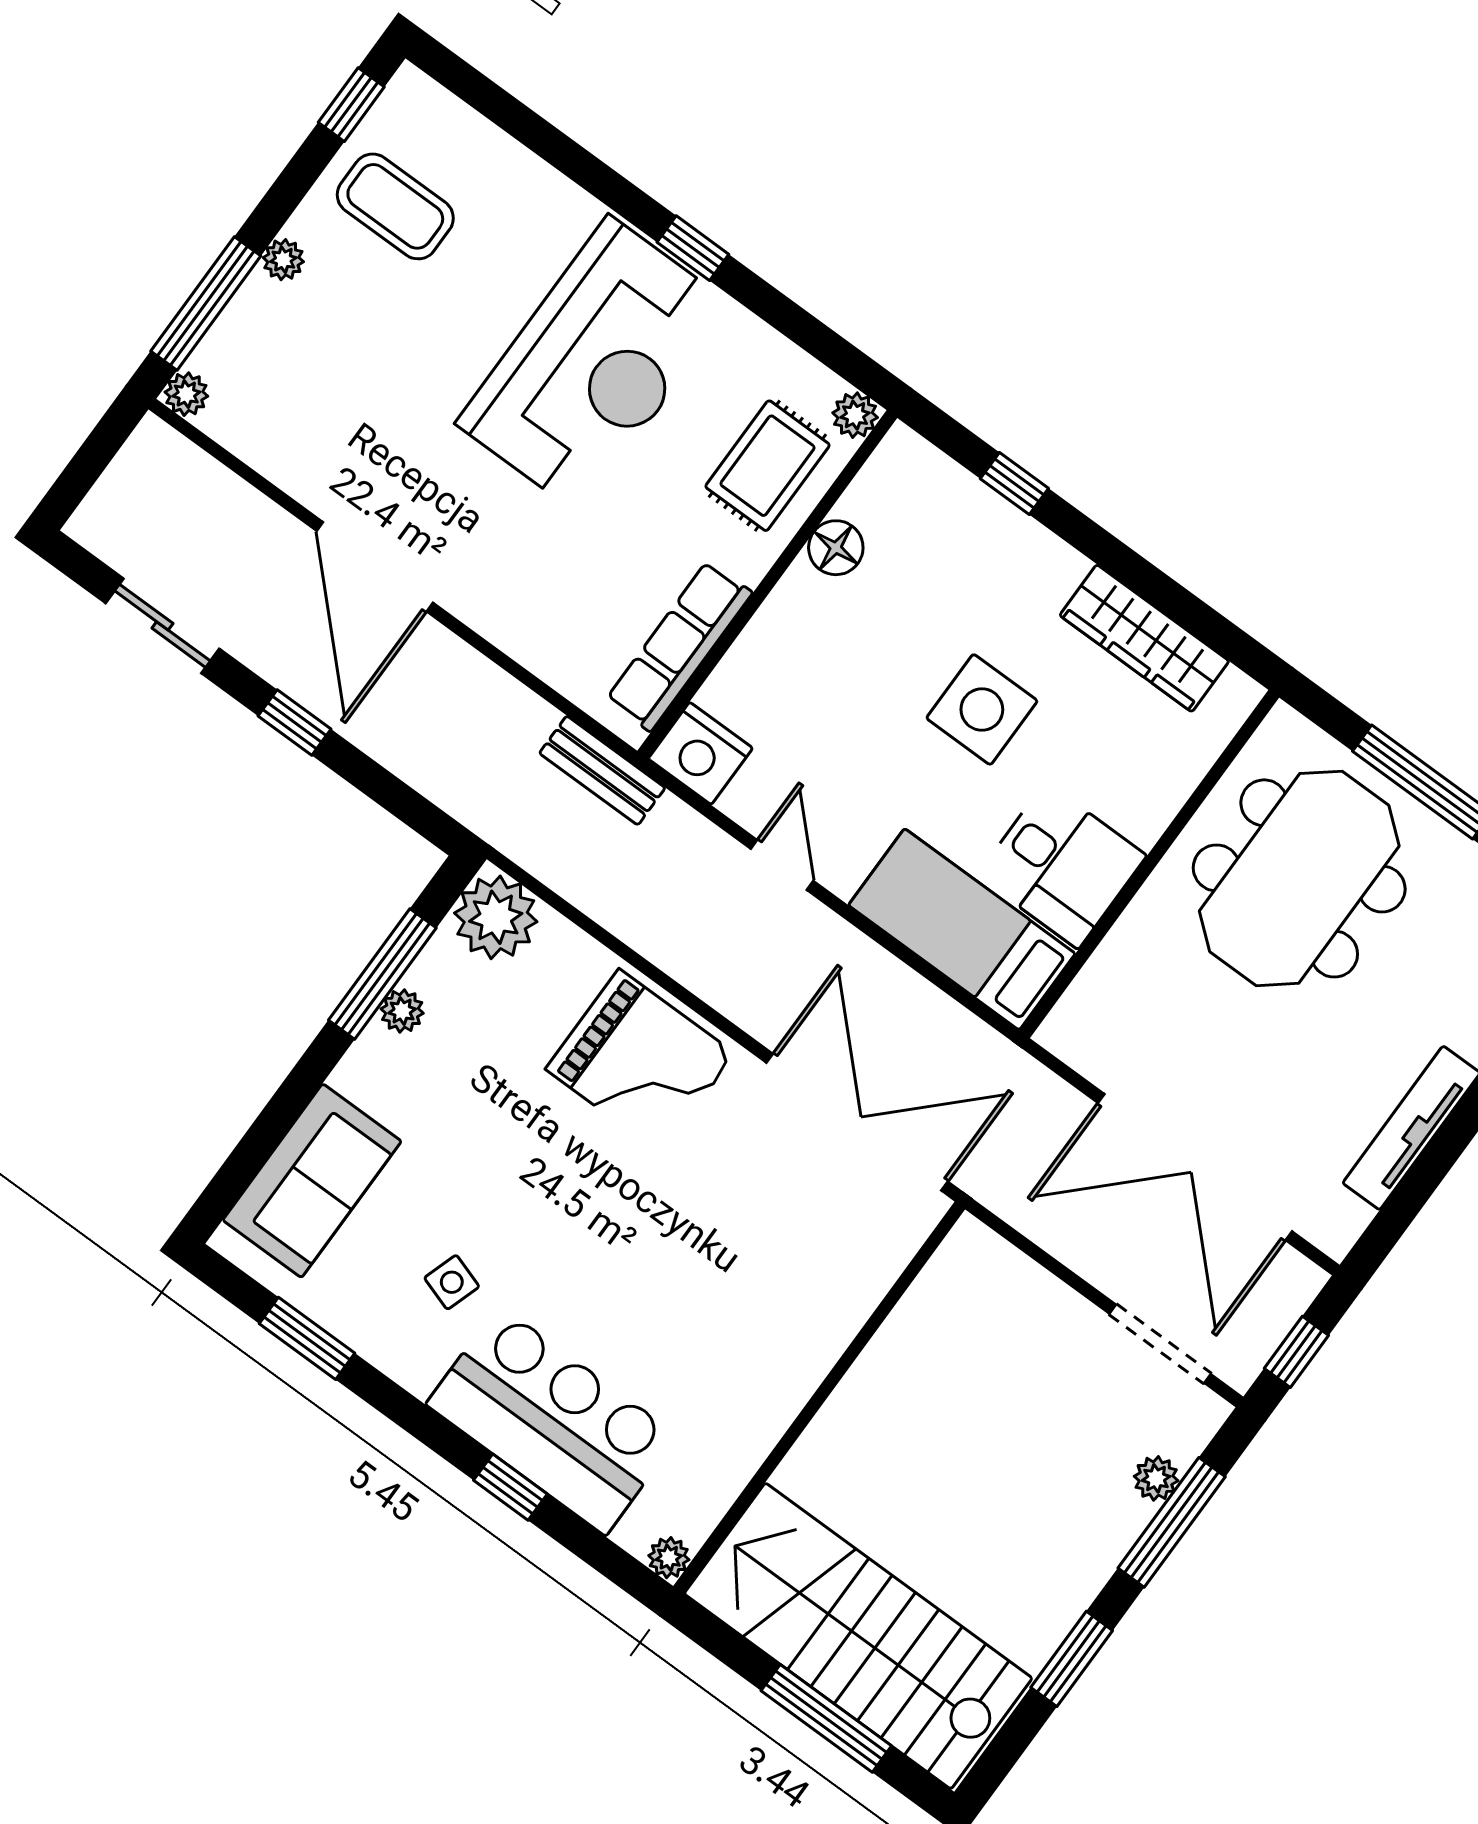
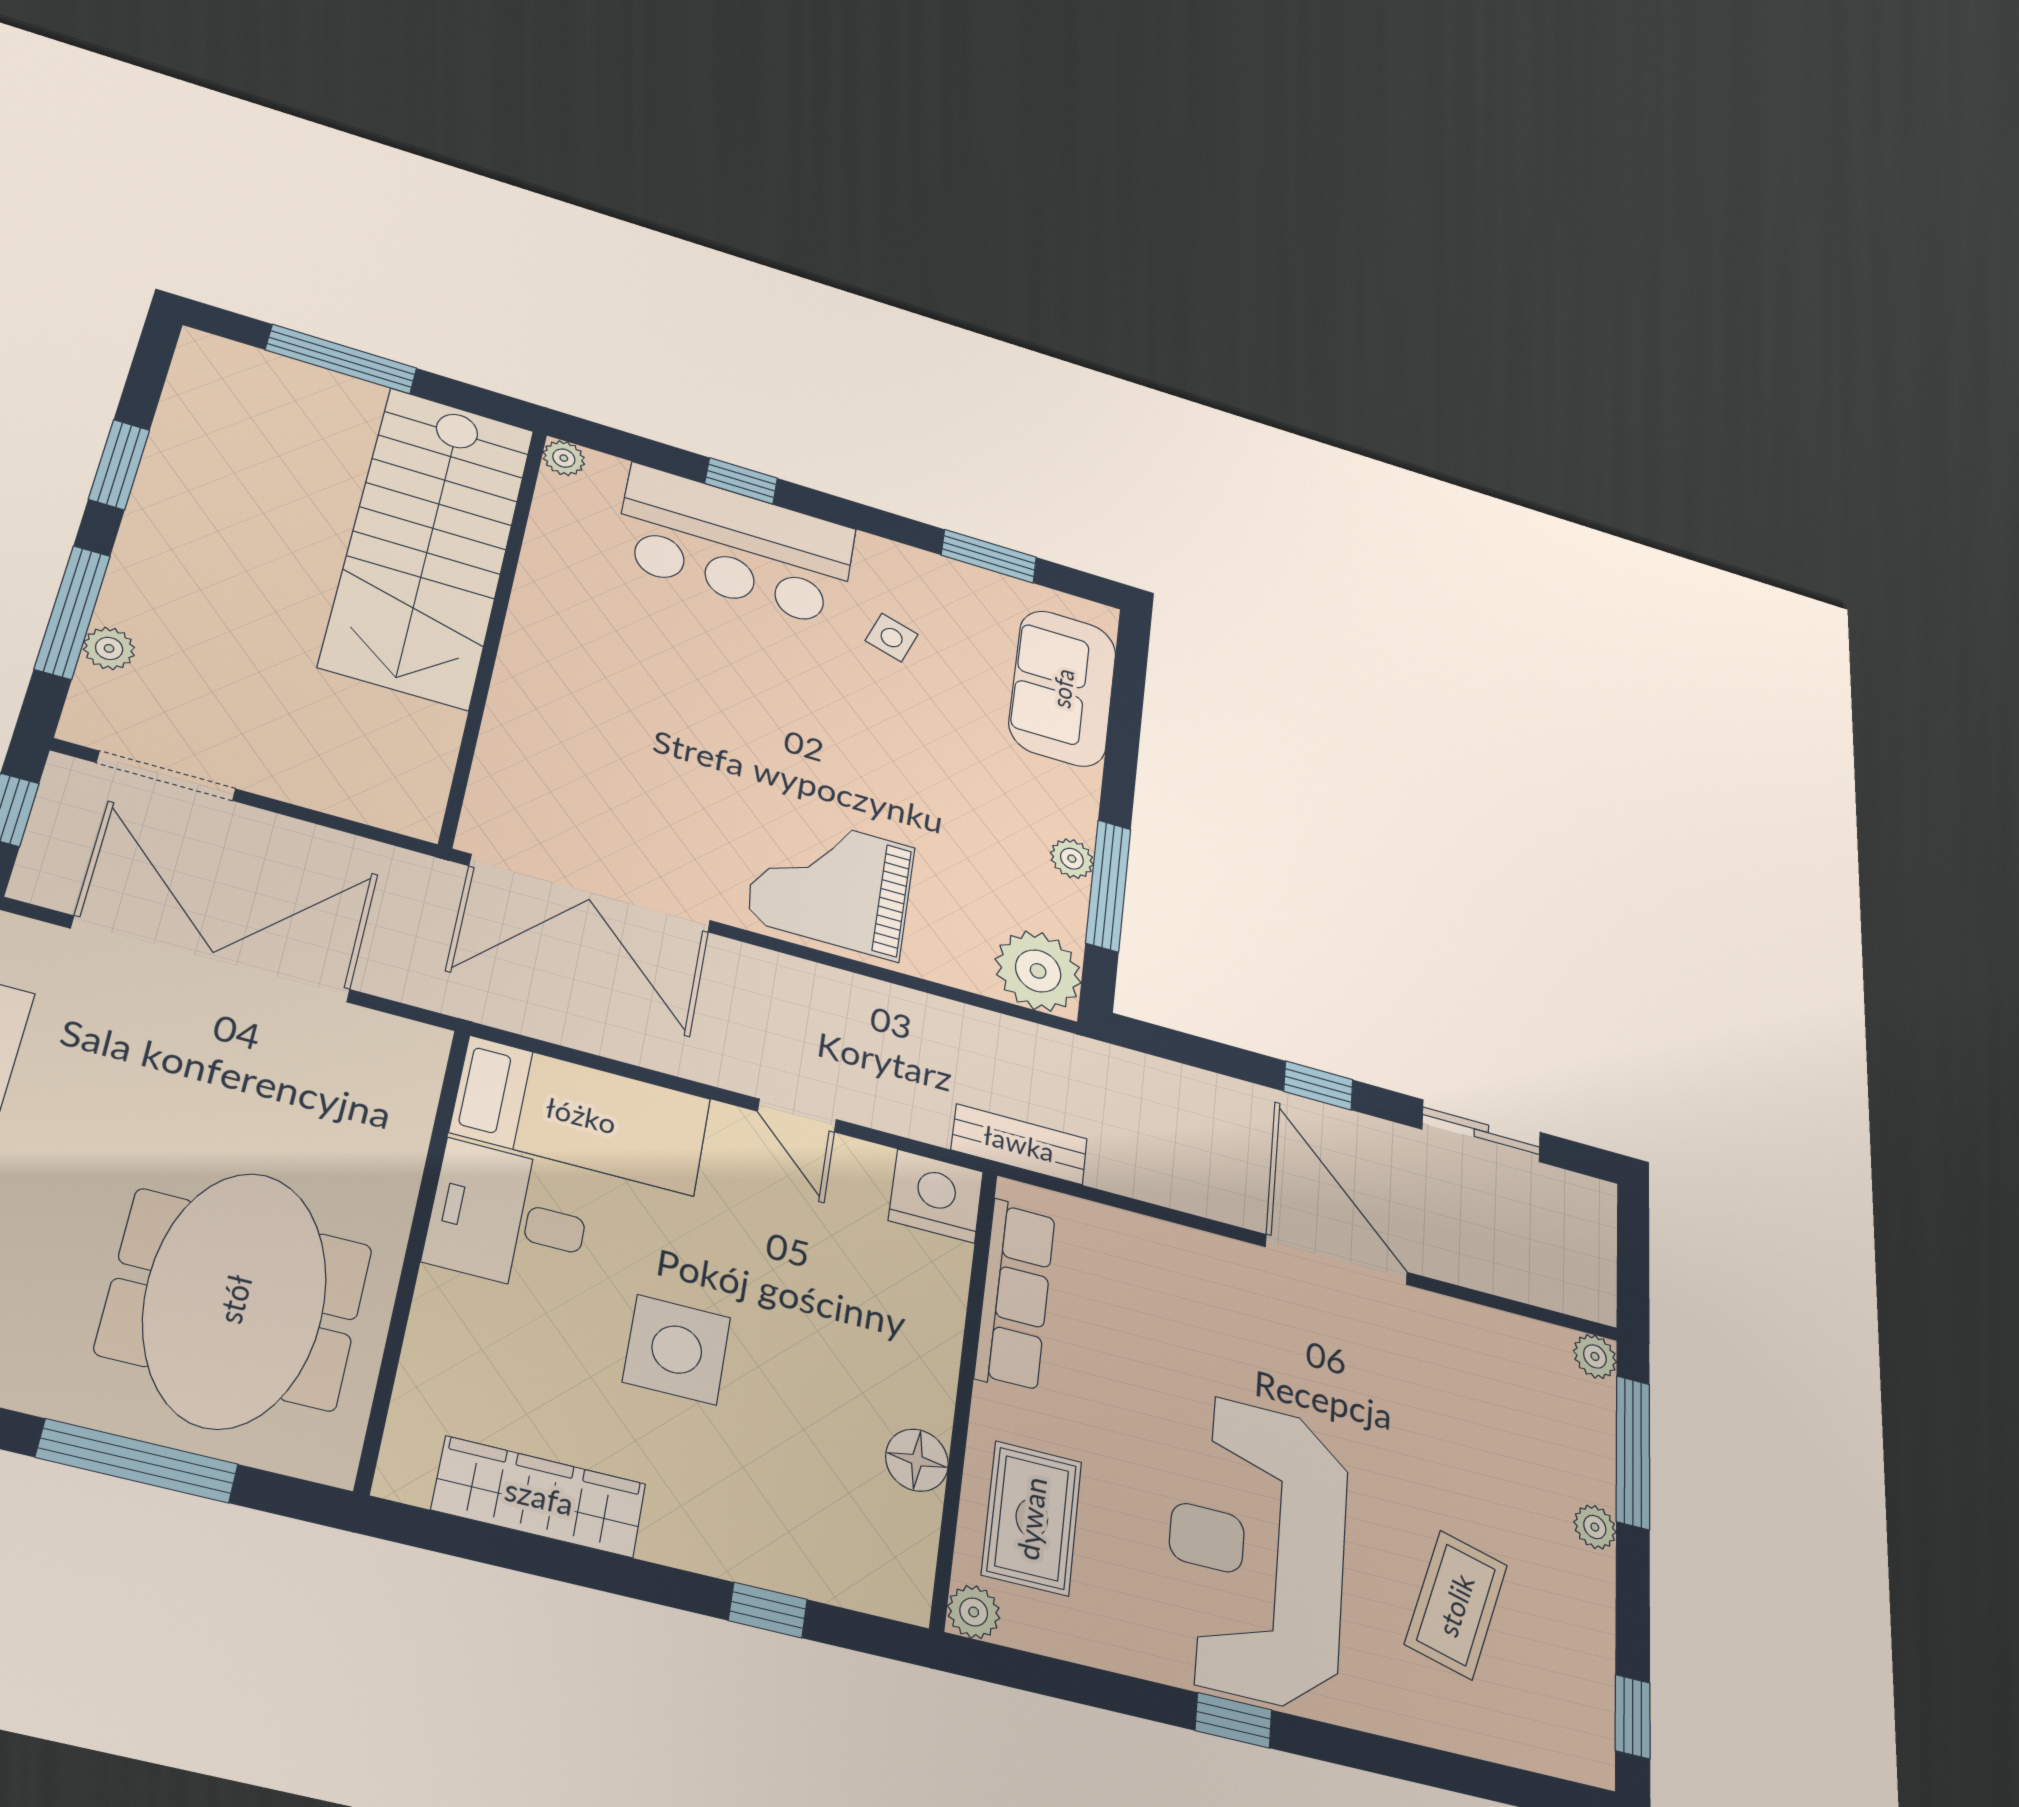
coffee table: (395, 206) -> (1456, 1605), moved, turned -75
stairs: (858, 1636) -> (429, 546), moved, turned 90

